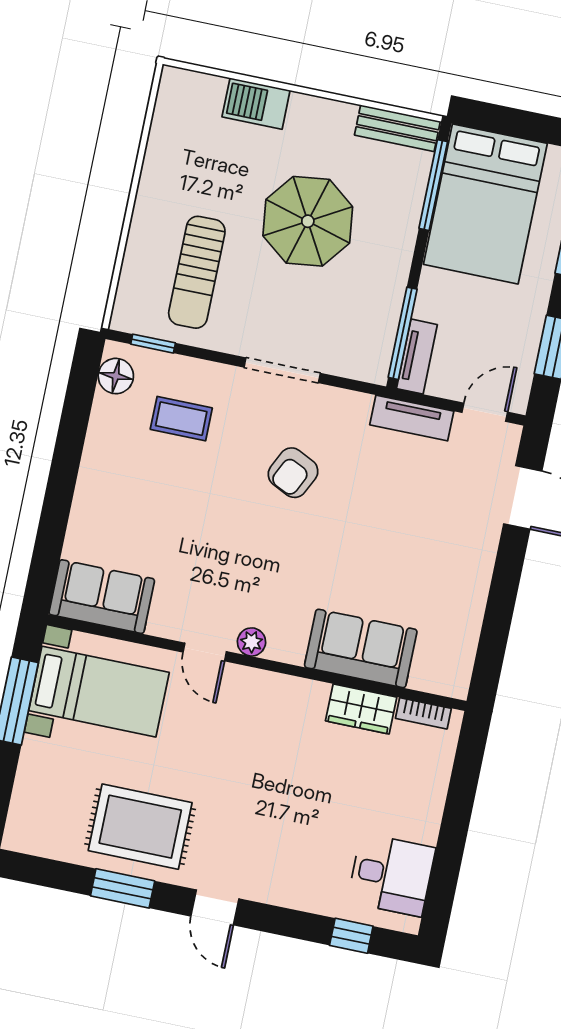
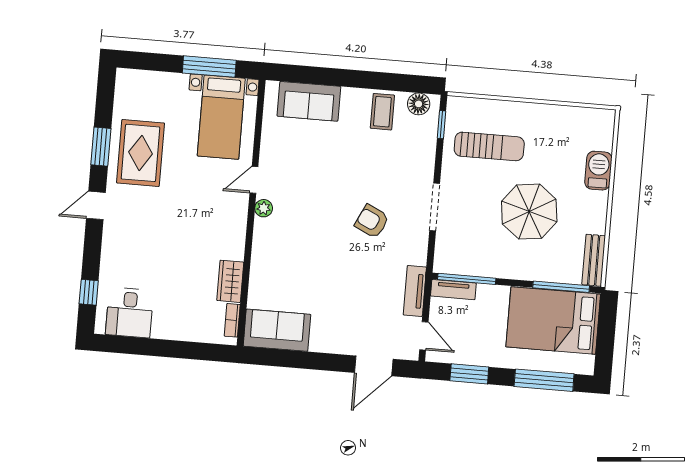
sun lounger: (197, 272) -> (489, 146), turned 180
coffee table: (181, 419) -> (382, 112), moved
sofa: (102, 597) -> (309, 101), moved, turned 90
sofa: (361, 648) -> (277, 330), moved, turned -90

